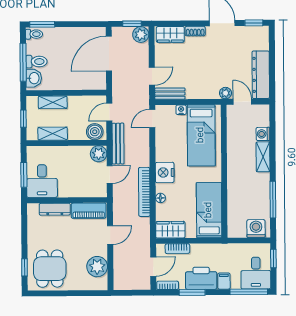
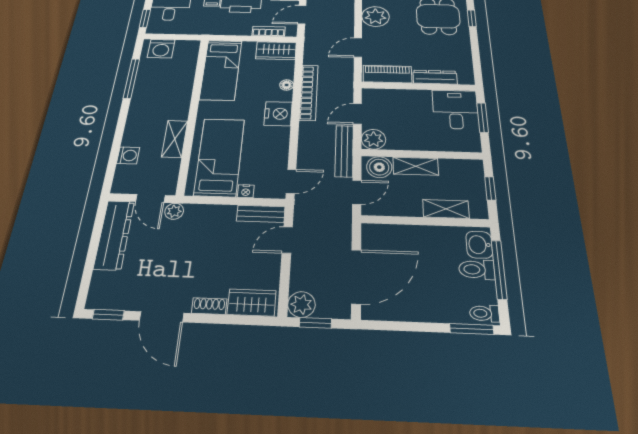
shelving: (53, 134) -> (416, 166), moved
shelving: (263, 157) -> (175, 139), moved

